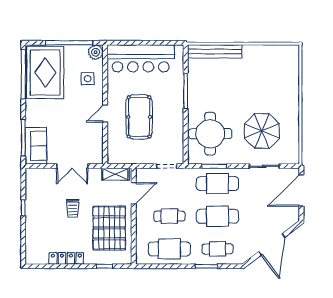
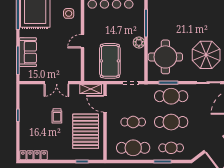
plant: (177, 115) -> (139, 43), added
pool table: (139, 117) -> (110, 61), moved
sofa: (36, 146) -> (28, 52), moved
door: (134, 193) -> (105, 104), swing flipped
locker: (66, 258) -> (34, 155), moved

